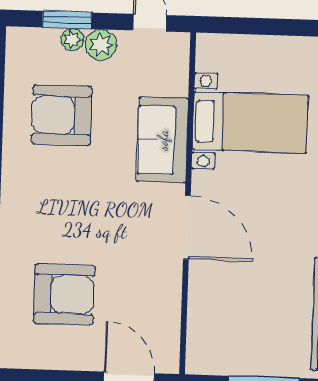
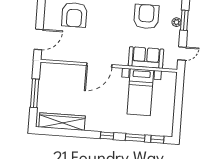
plant: (101, 45) -> (174, 34), removed
sofa: (163, 140) -> (146, 58), moved

